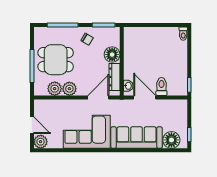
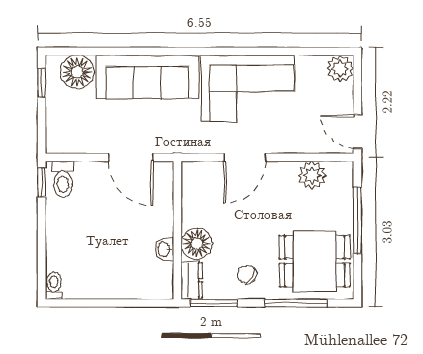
dining table: (56, 60) -> (315, 261), moved
dresser: (114, 77) -> (192, 280), moved, width x0.70
washbasin: (128, 86) -> (164, 249), moved
toilet: (161, 87) -> (63, 179), moved
plant: (69, 89) -> (282, 175), removed
door: (98, 97) -> (245, 157), moved
door: (32, 125) -> (357, 132), moved

